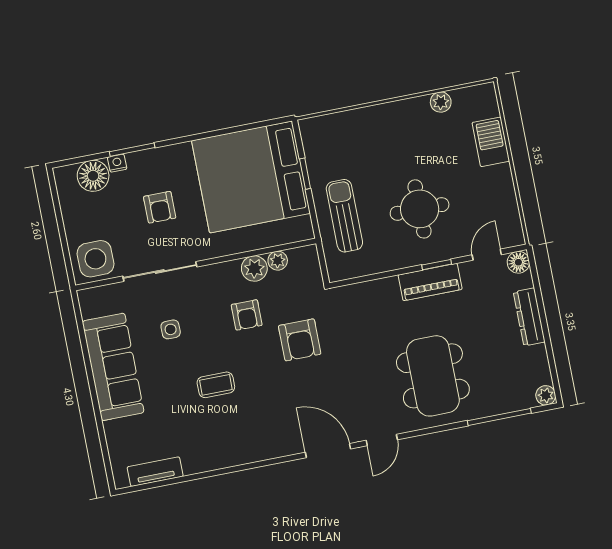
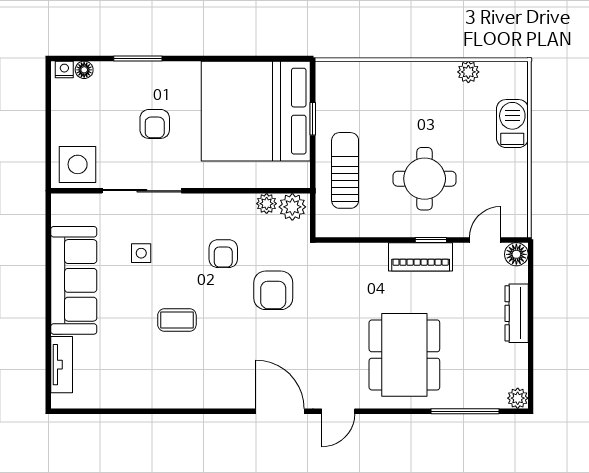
nightstand: (117, 163) -> (64, 69), moved
floor lamp: (93, 176) -> (84, 70), width x0.53, depth x0.53
plant: (254, 268) -> (292, 207), moved
tv unit: (155, 472) -> (62, 365), moved, turned 90

